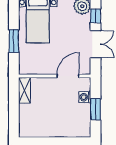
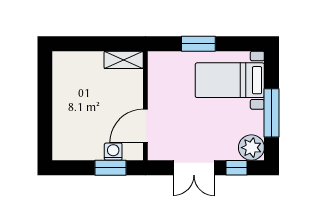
door: (68, 76) -> (145, 126), swing flipped
window: (95, 109) -> (110, 168), moved

